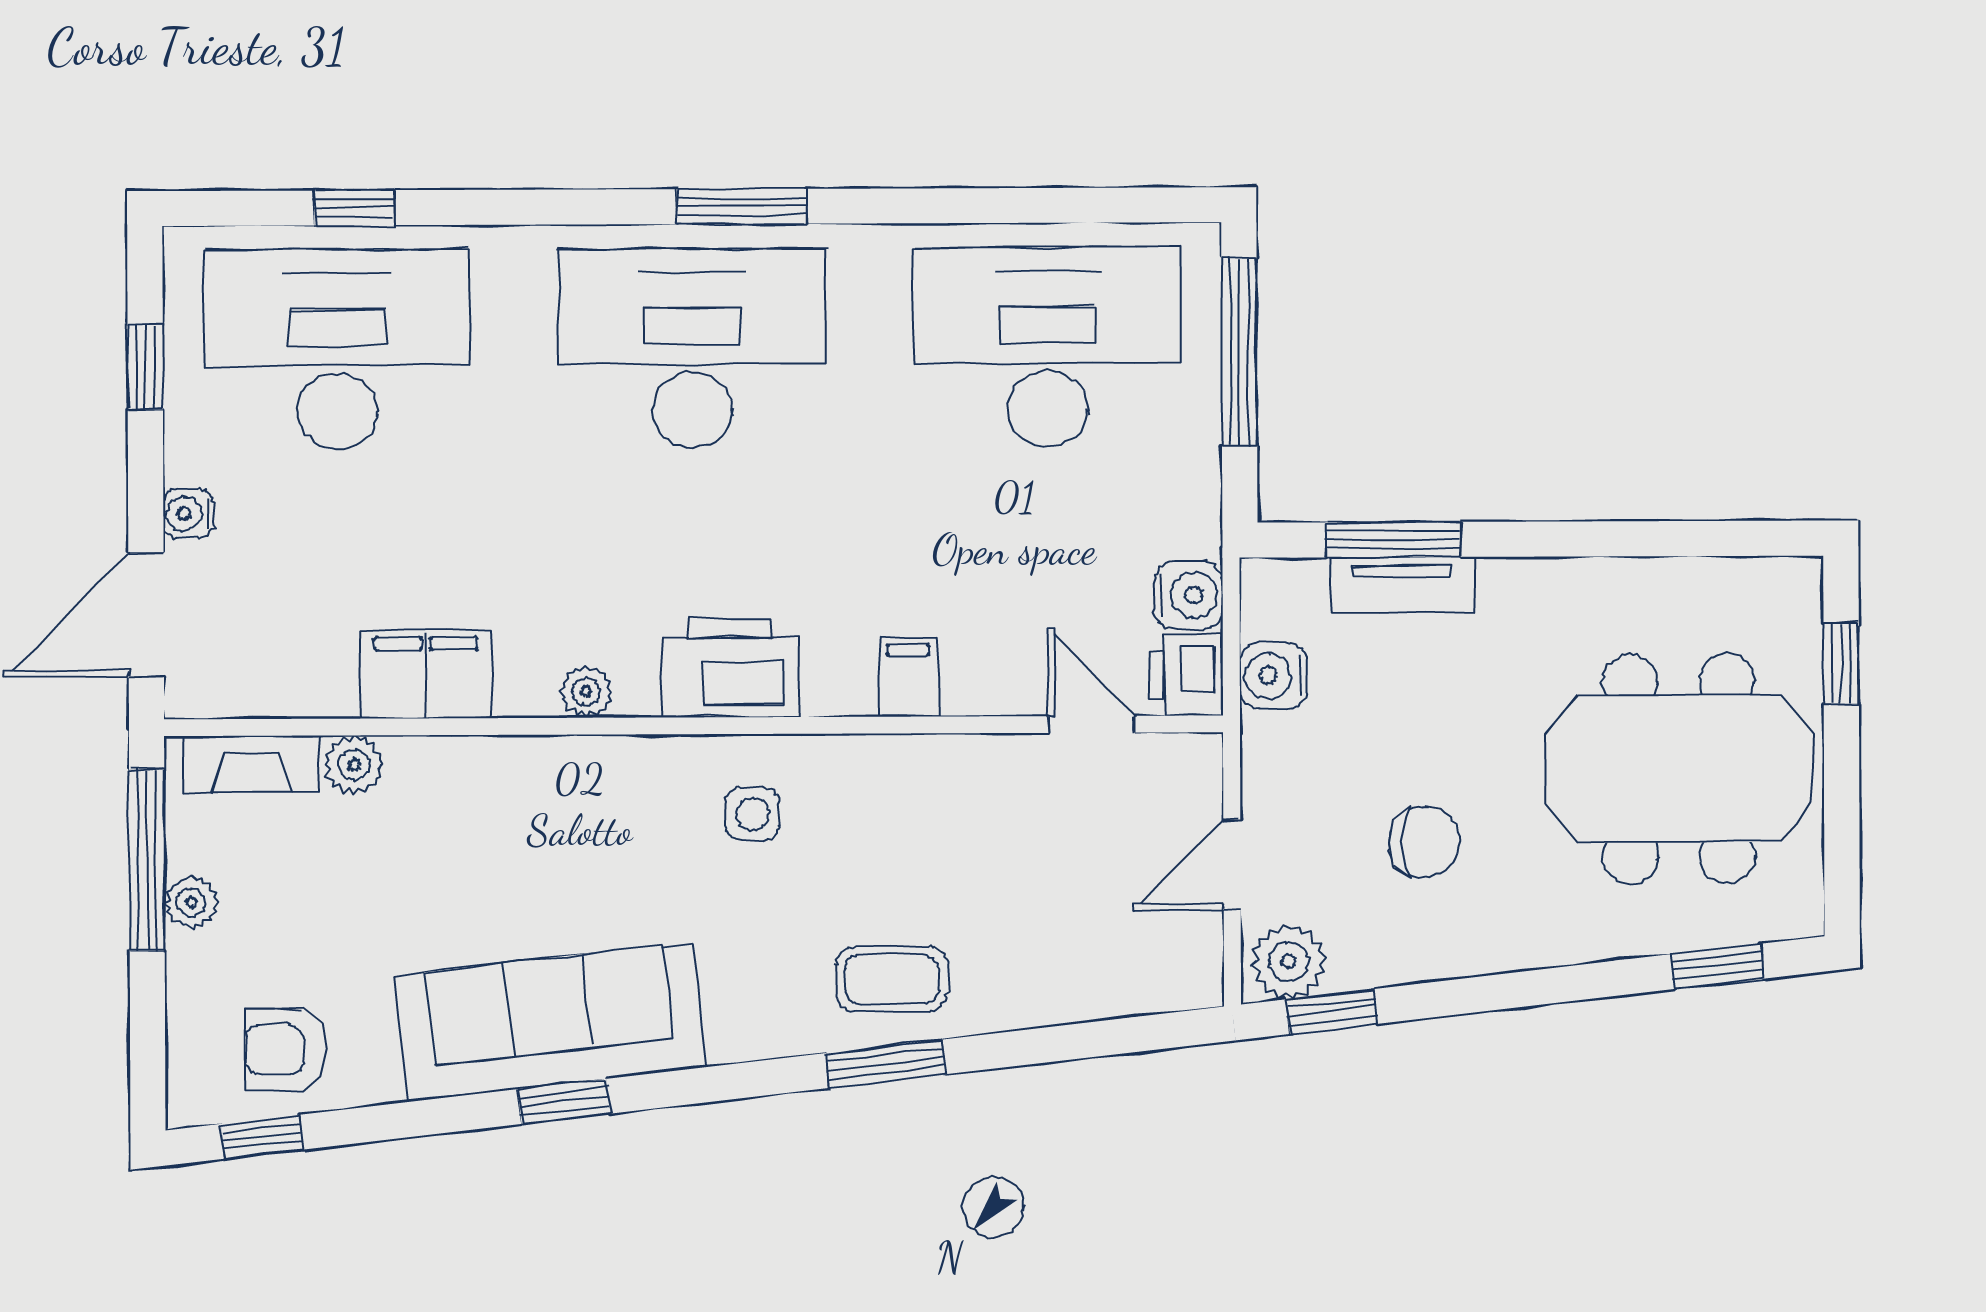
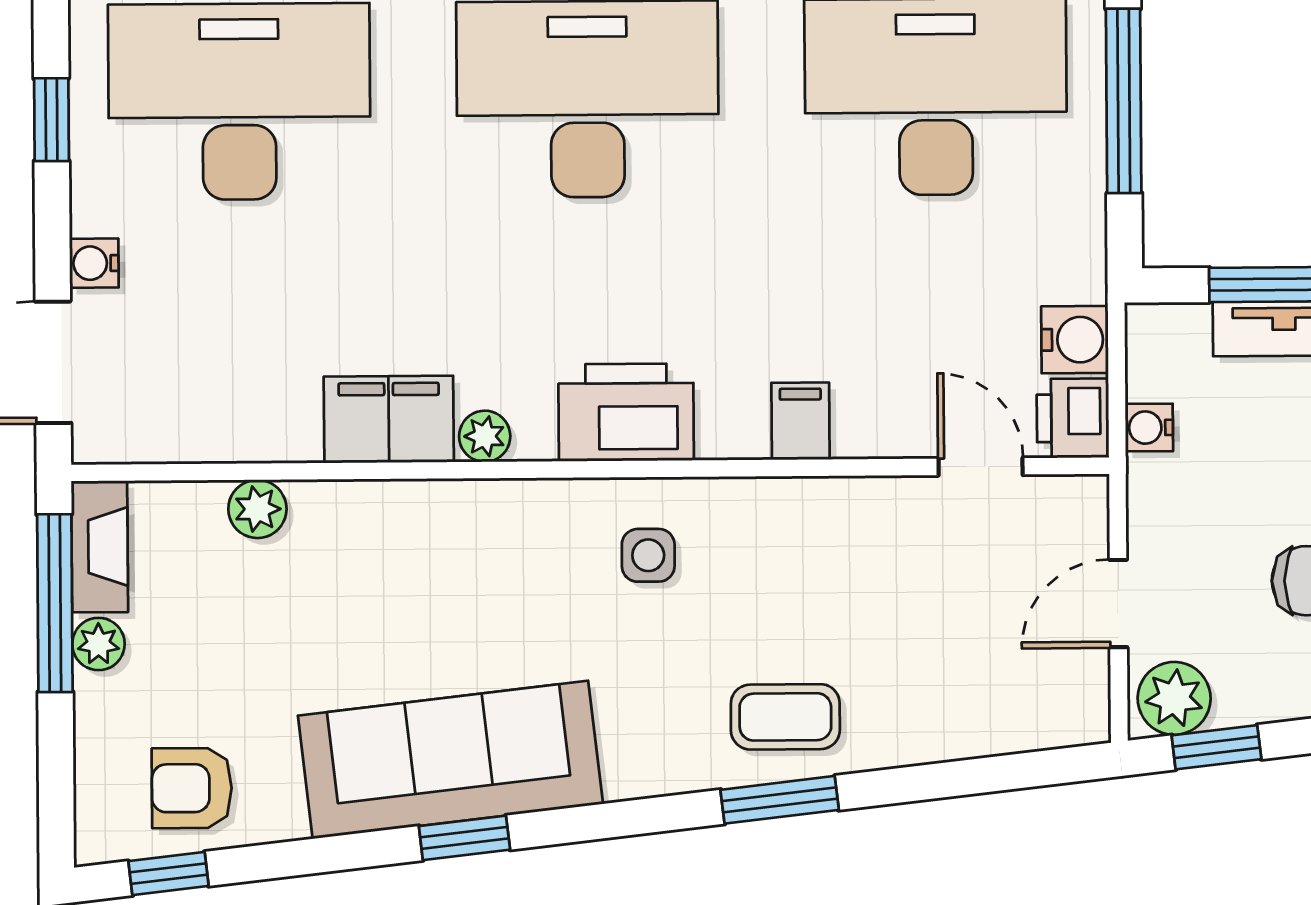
filing cabinet: (426, 674) -> (389, 419), moved
water cooler: (1273, 676) -> (1149, 428), width x0.72, depth x0.72
fireplace: (252, 764) -> (100, 547), moved, turned -90

